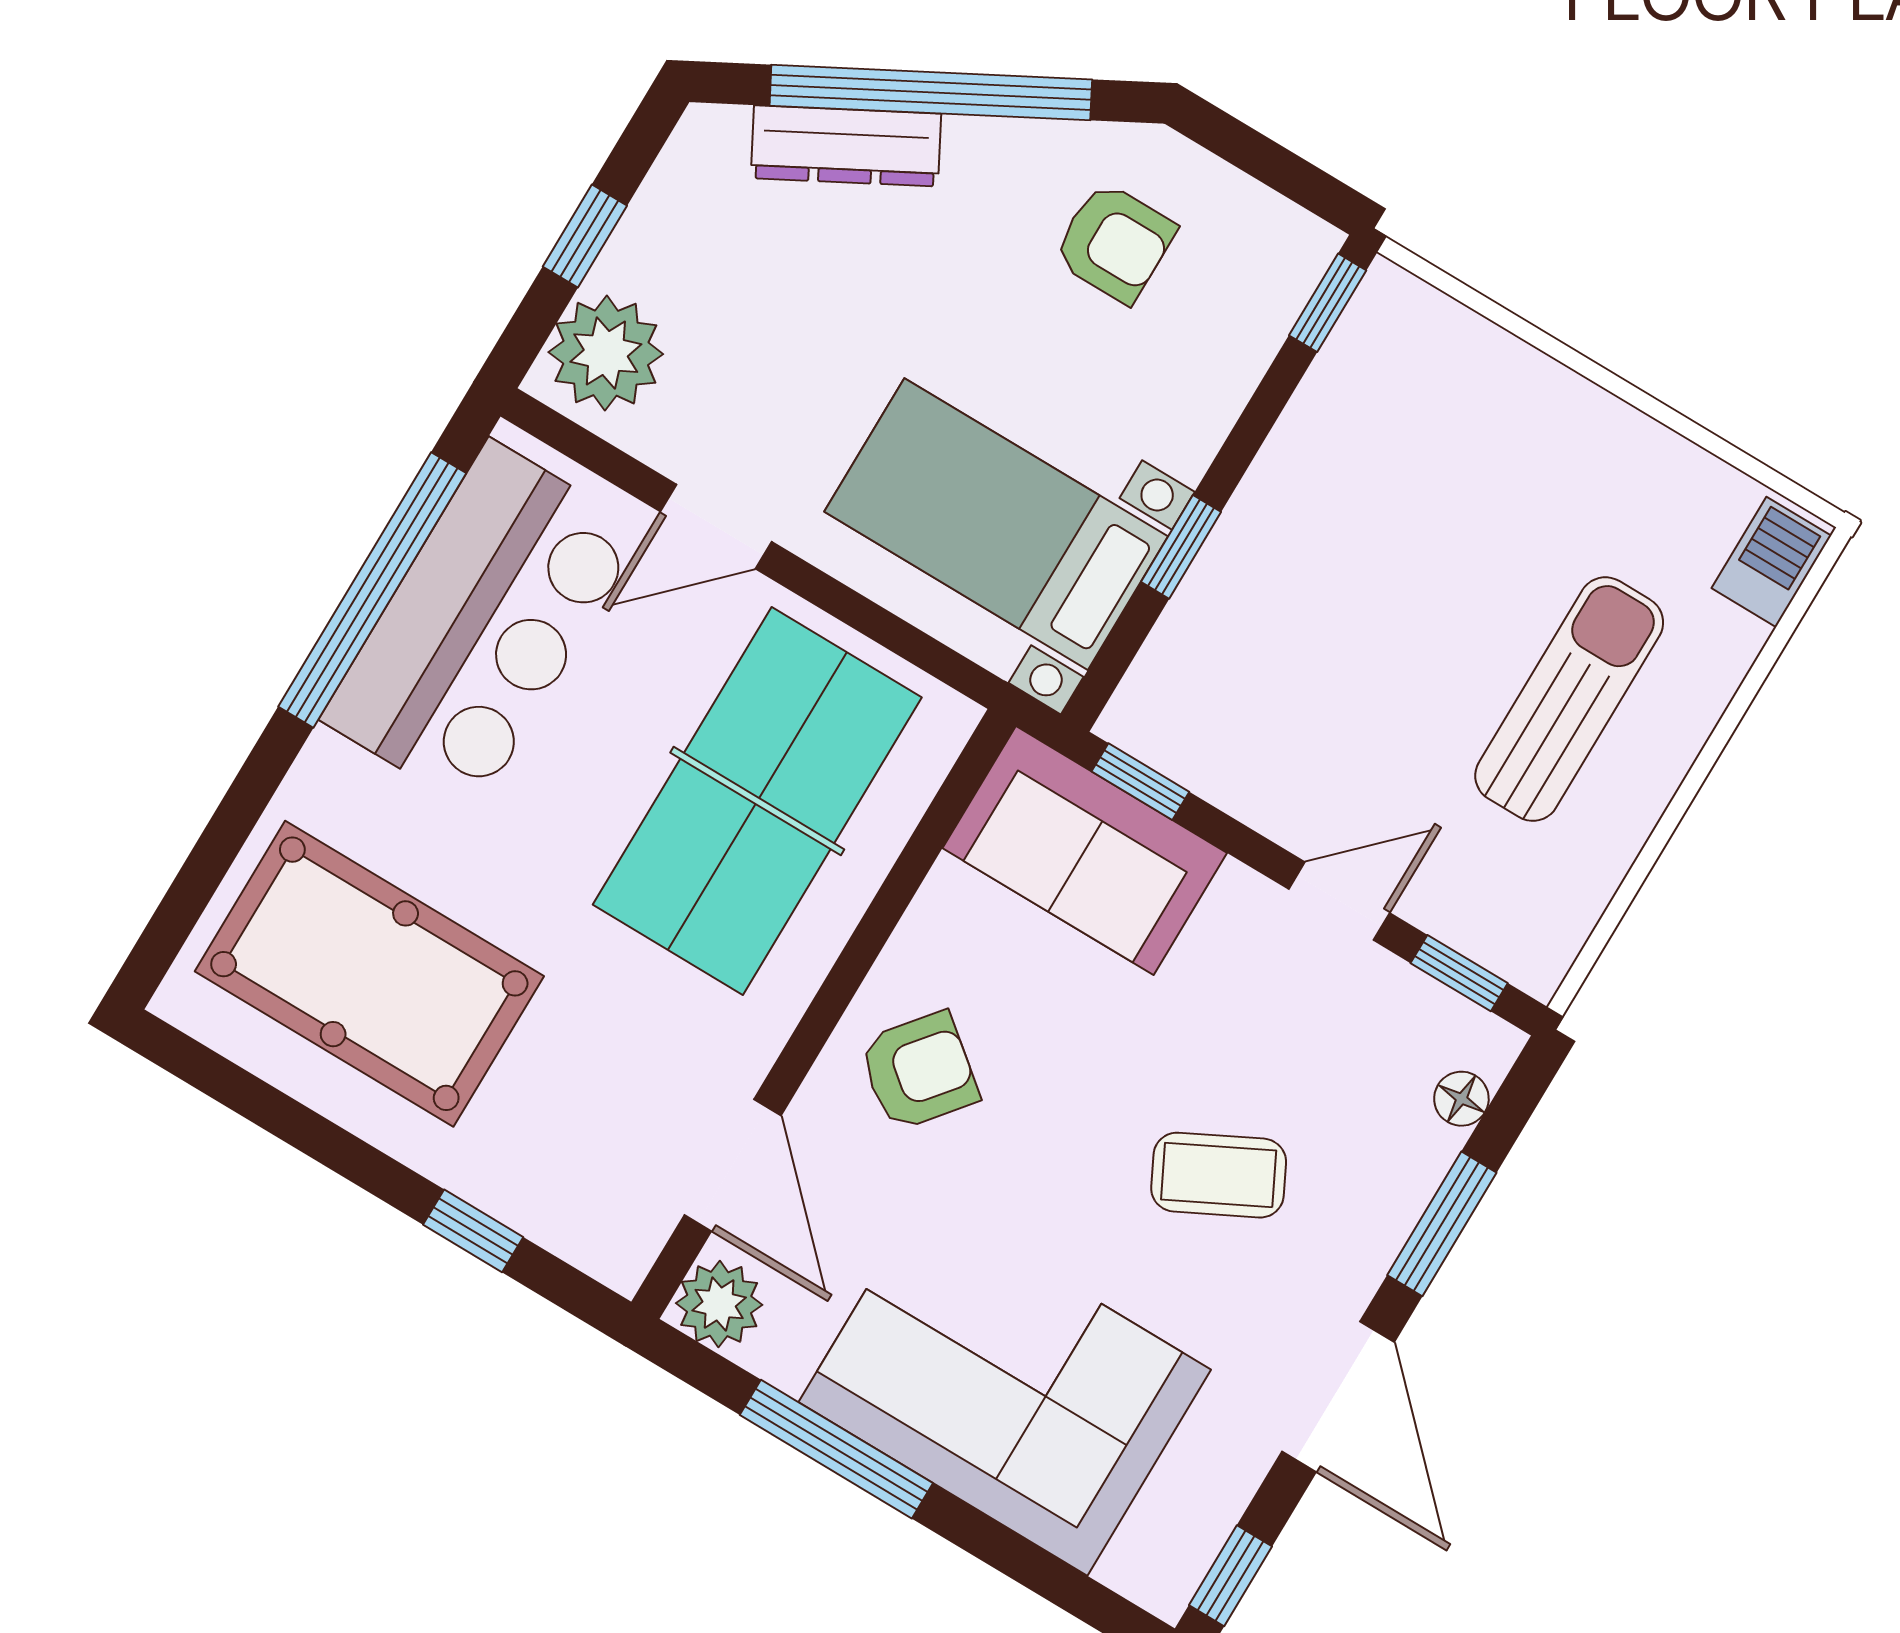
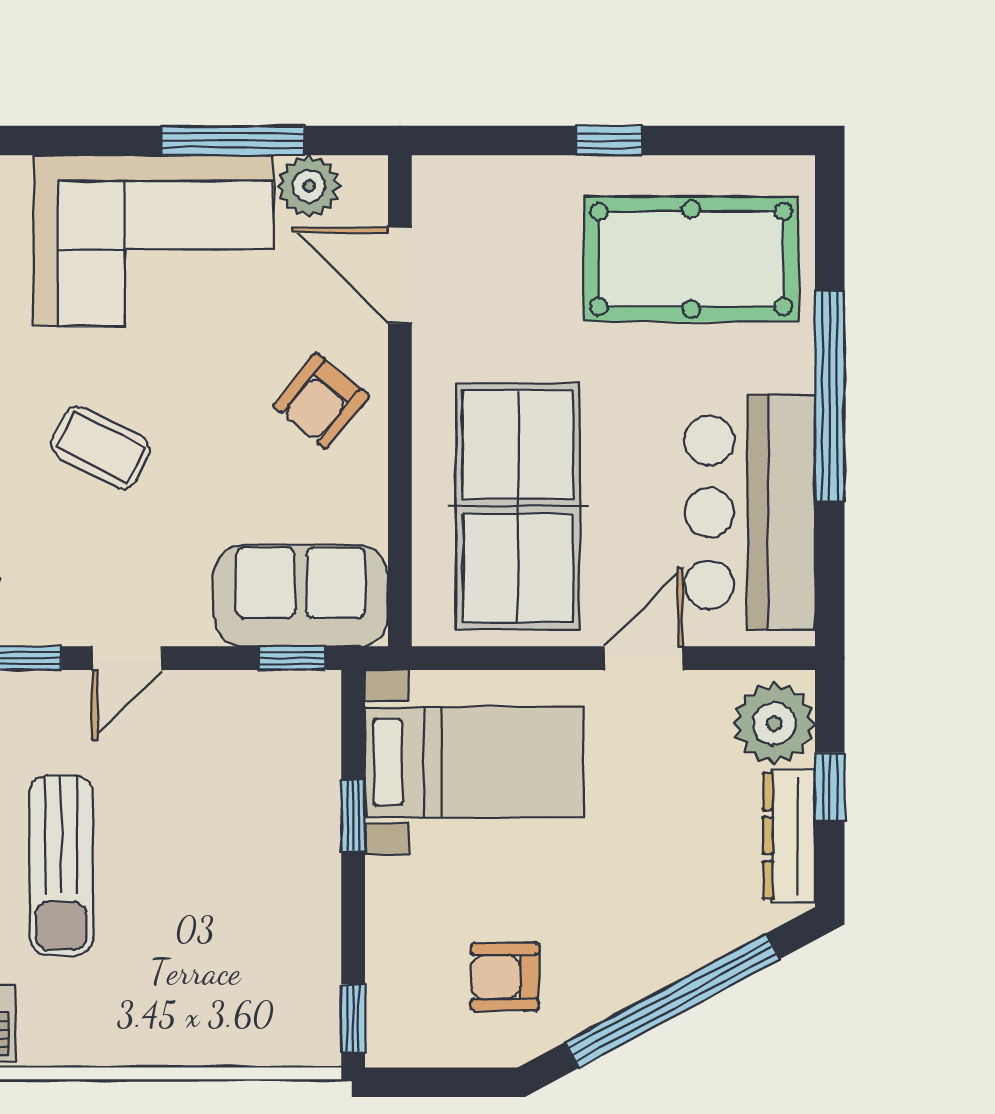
dresser: (846, 146) -> (789, 836), moved, turned -62
window: (372, 590) -> (830, 396), moved
coffee table: (1219, 1175) -> (100, 447), turned 54
window: (473, 1231) -> (609, 141), moved
plant: (719, 1304) -> (309, 186), moved

